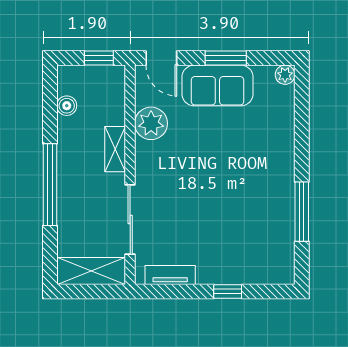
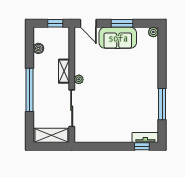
plant: (151, 123) -> (79, 79), moved, width x0.53, depth x0.53
tv unit: (170, 275) -> (145, 137), moved
window: (228, 291) -> (142, 146), moved

